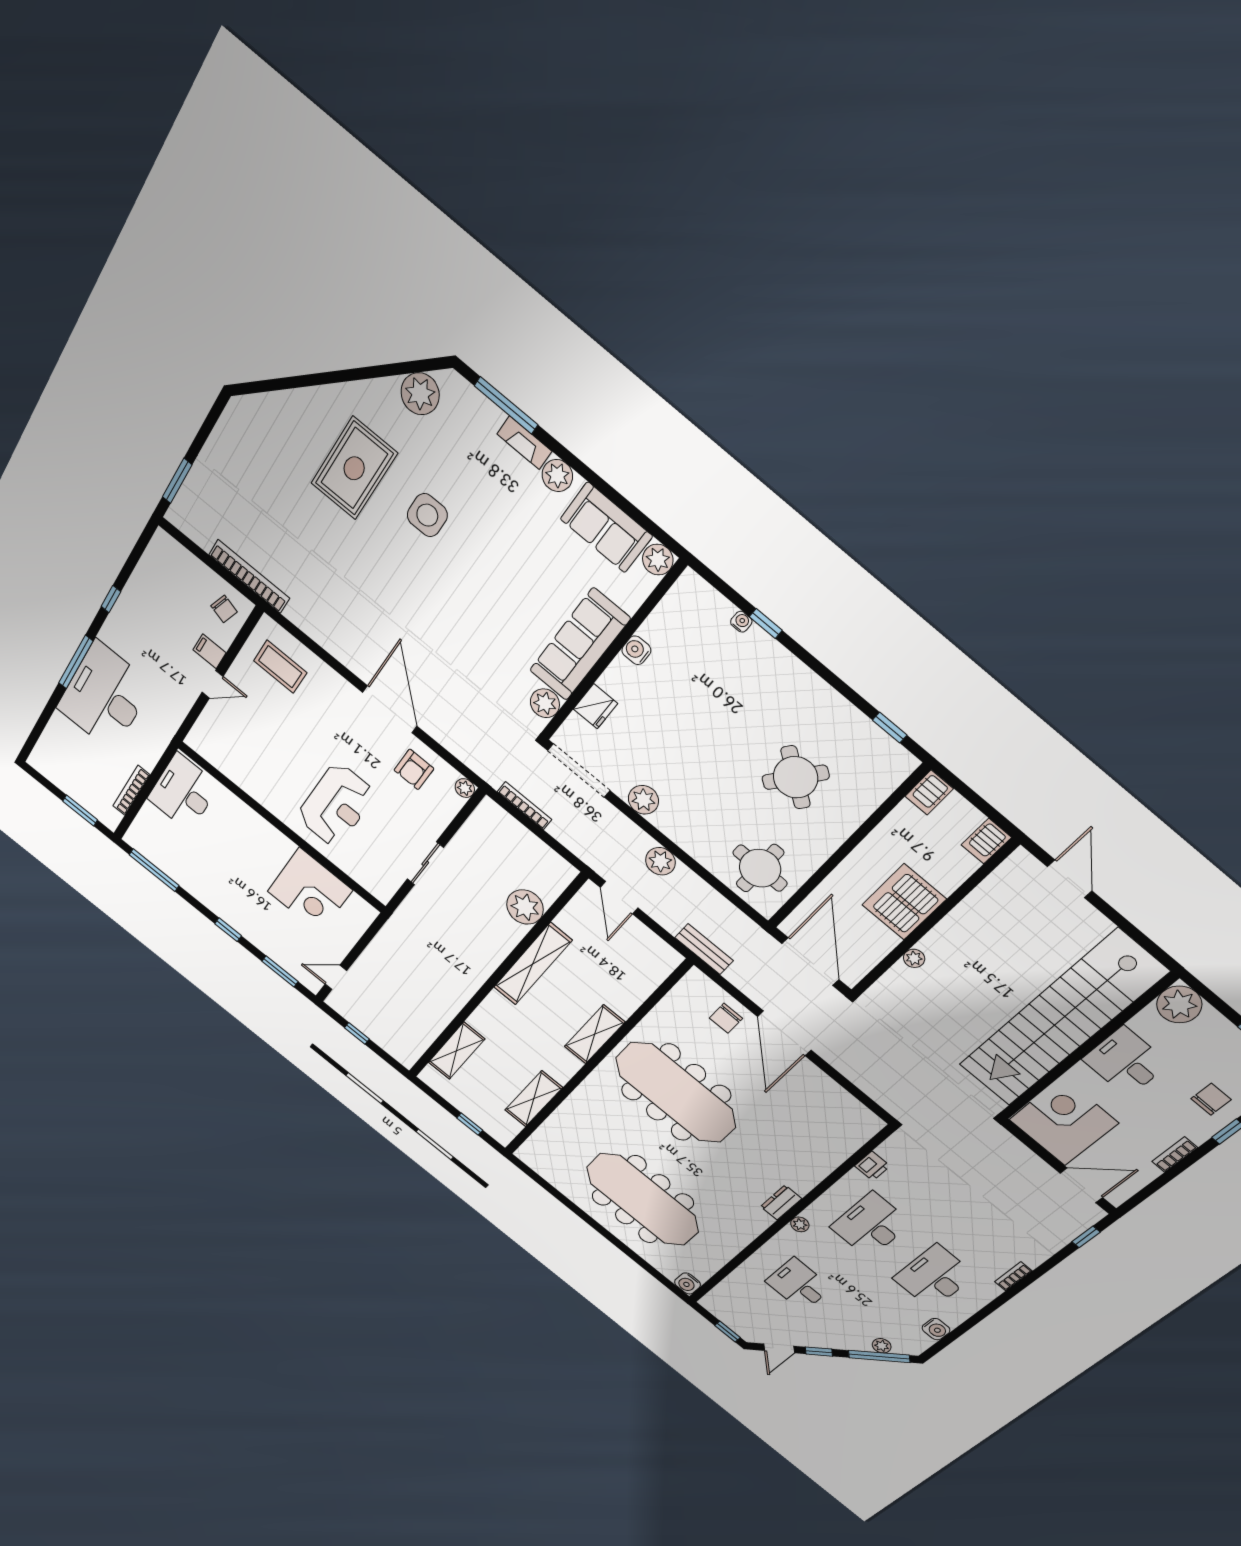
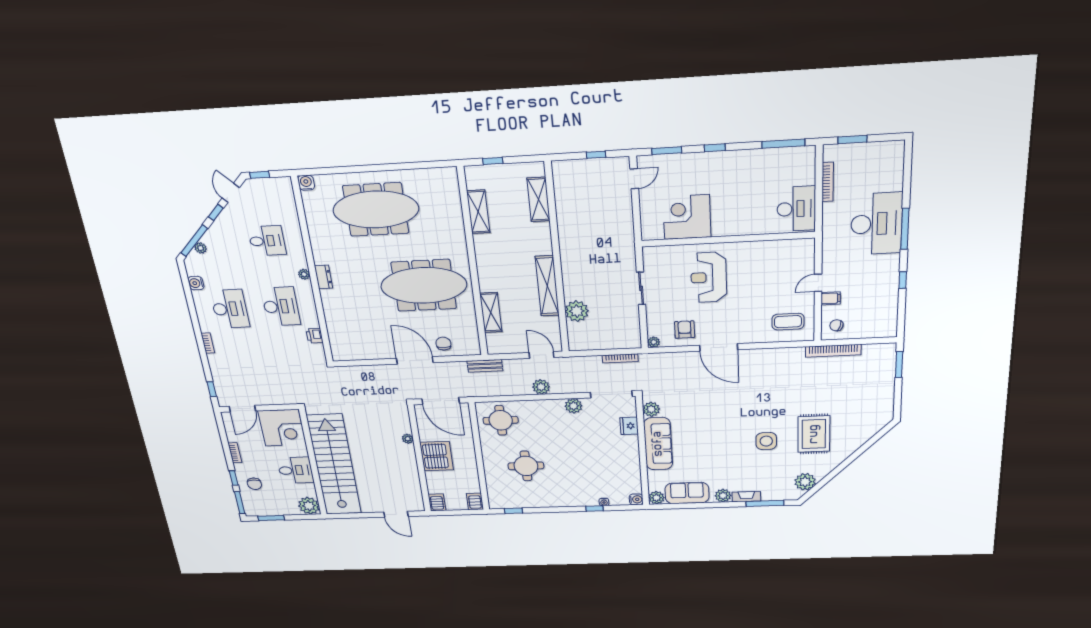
water cooler: (636, 650) -> (636, 499), moved
round table: (796, 777) -> (526, 466), turned -37
shelving: (595, 1034) -> (491, 312), moved

